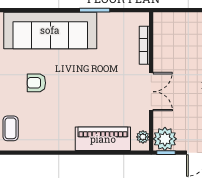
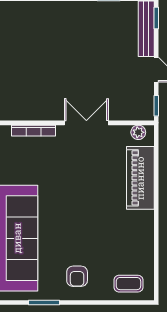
armchair: (36, 83) -> (77, 276), moved
plant: (165, 139) -> (141, 107), removed

